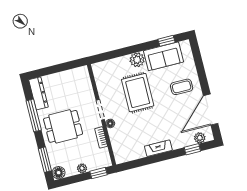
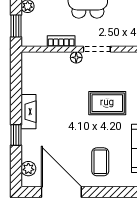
rug: (138, 93) -> (107, 103), width x0.73, depth x0.70
window: (192, 149) -> (16, 135), moved

